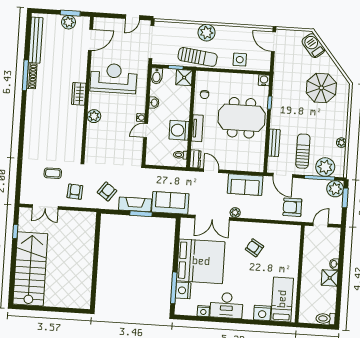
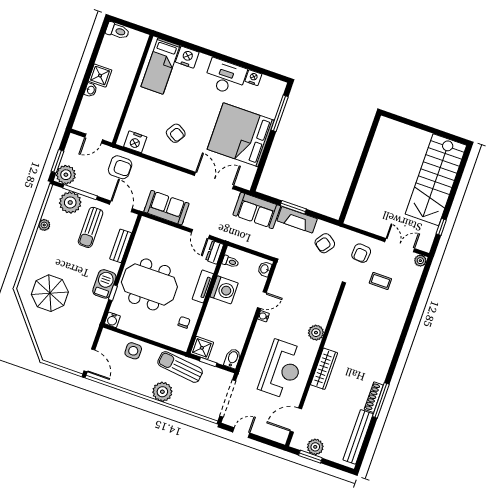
barbecue: (313, 46) -> (104, 284), moved, turned -141
reception desk: (114, 78) -> (282, 369), turned -90
wardrobe: (79, 94) -> (324, 369), width x1.50
washbasin: (154, 103) -> (265, 269), moved
plant: (235, 213) -> (420, 261), moved
nightstand: (183, 290) -> (135, 142), moved, turned 90

